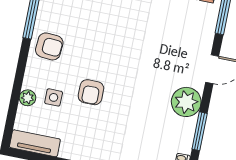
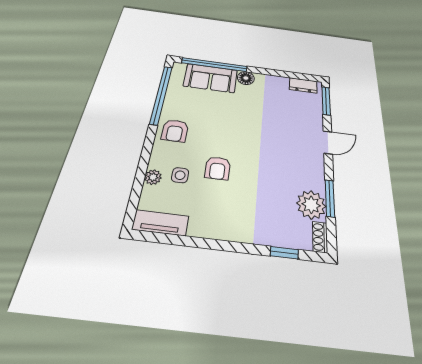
armchair: (49, 46) -> (175, 131), turned 86
plant: (186, 102) -> (311, 205), moved

